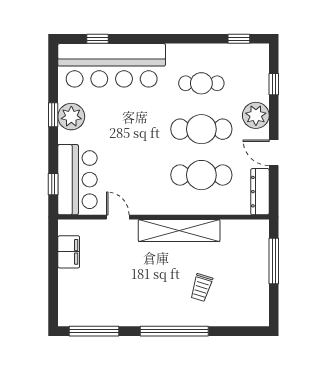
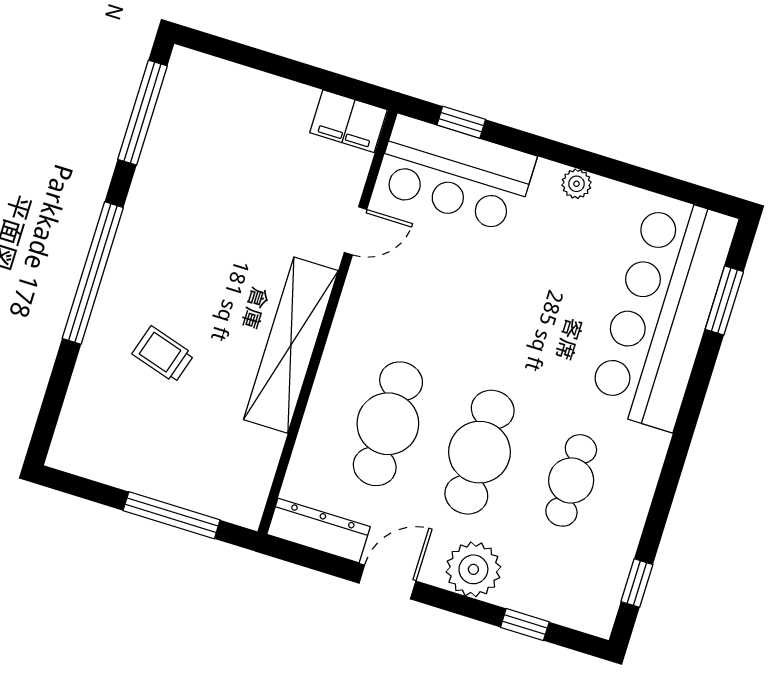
window: (97, 39) -> (724, 301), width x1.50
window: (53, 115) -> (600, 165), removed
plant: (71, 117) -> (576, 184), width x0.53, depth x0.53
filing cabinet: (69, 252) -> (349, 121), moved

